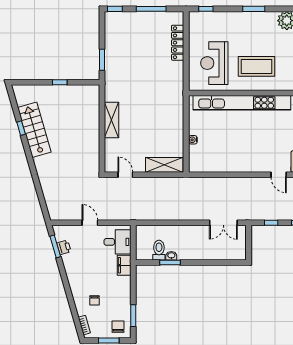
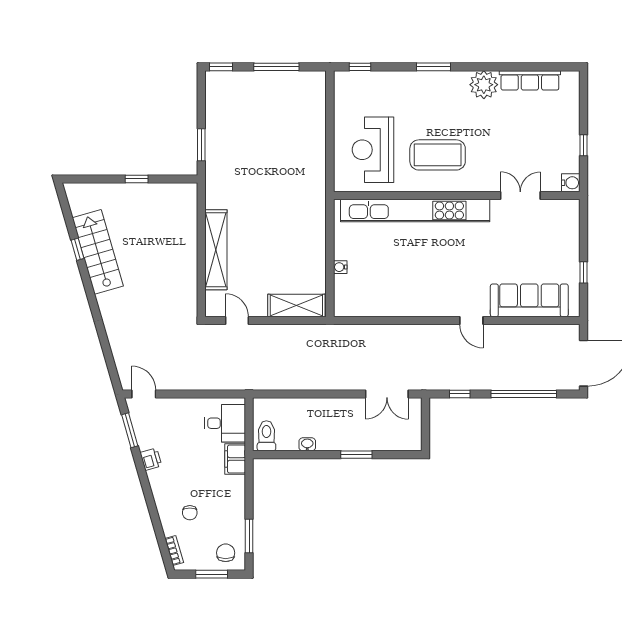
locker: (178, 43) -> (317, 119), removed
shelving: (112, 120) -> (216, 250), width x1.47
door: (90, 223) -> (144, 394), moved
printer: (64, 247) -> (151, 459), moved
toilet: (159, 250) -> (266, 436), moved
window: (170, 262) -> (356, 455), moved

